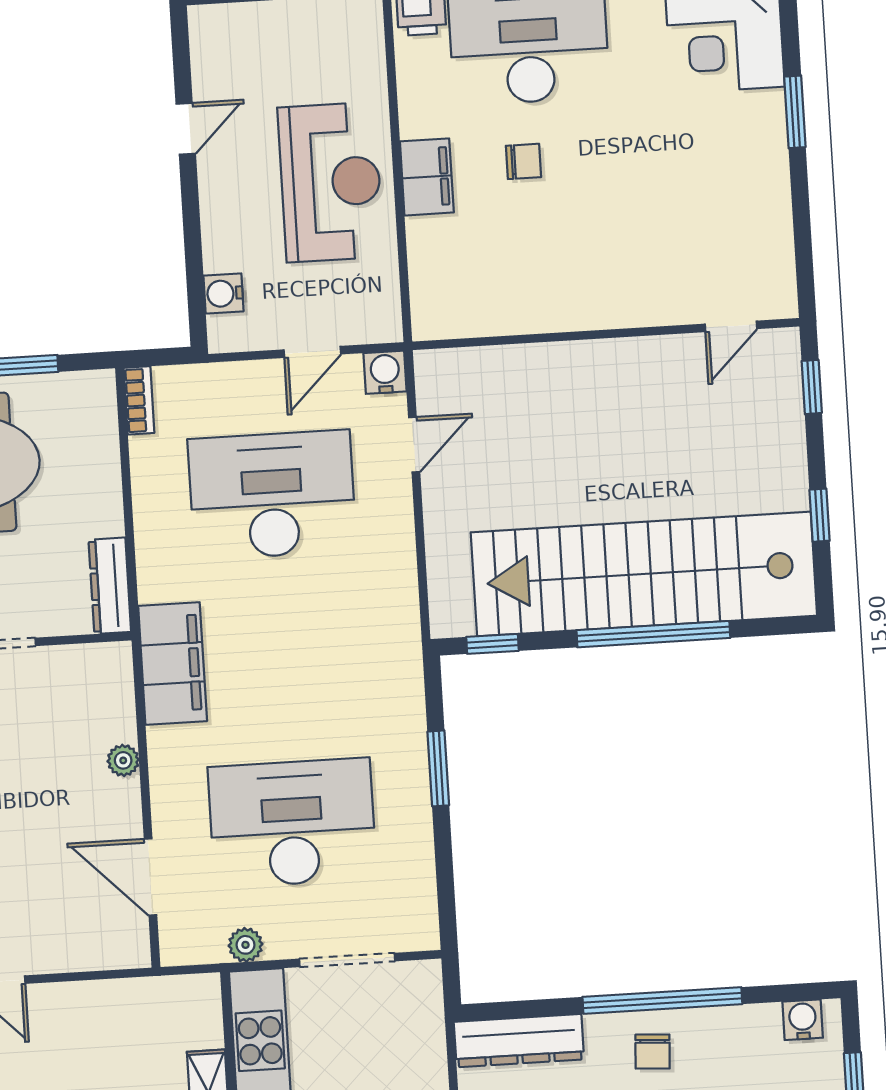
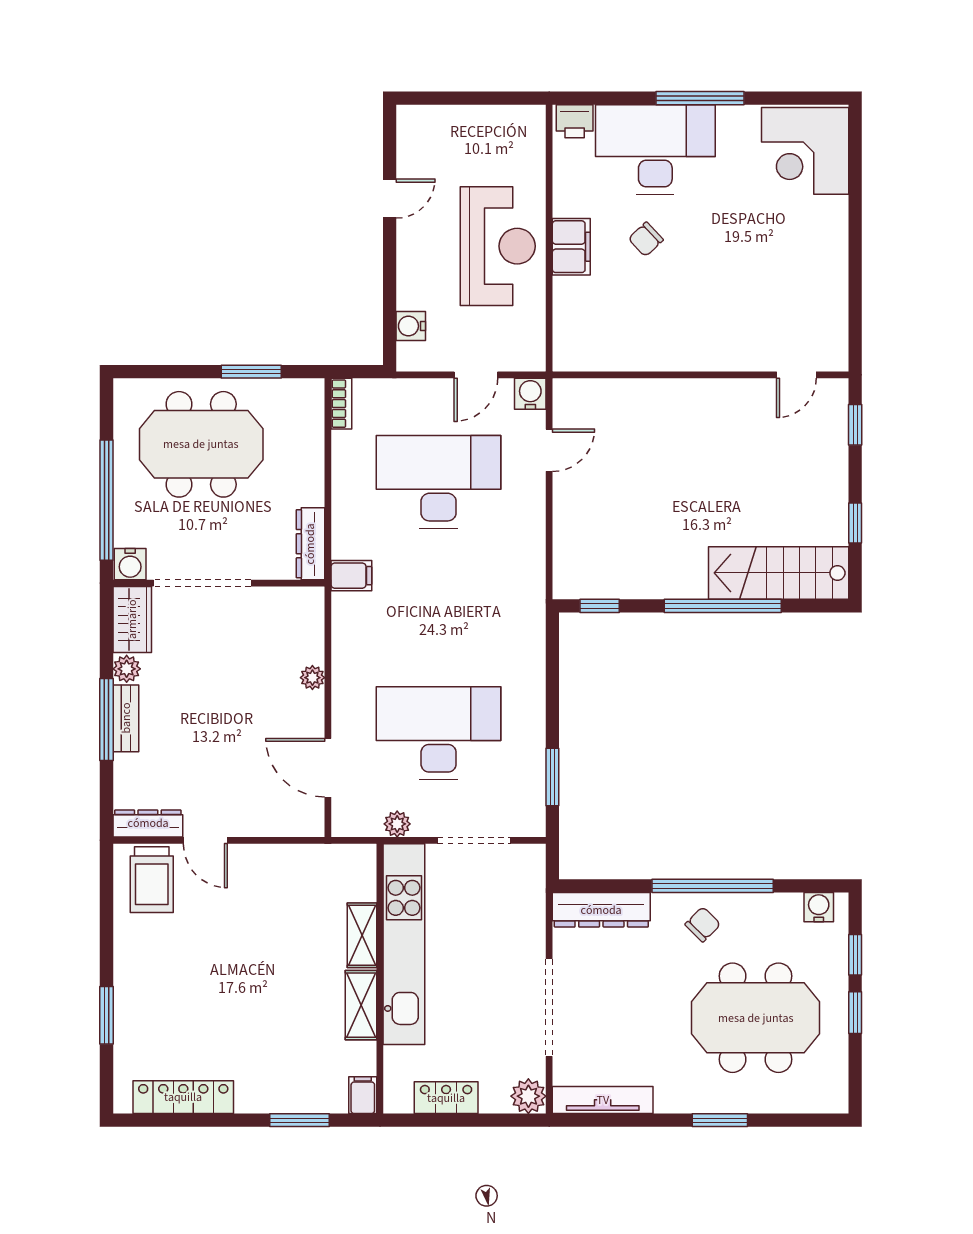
window: (795, 112) -> (855, 214), removed
chair: (523, 161) -> (646, 239), turned 137
stairs: (644, 574) -> (779, 573), width x0.54, depth x0.66
filing cabinet: (173, 664) -> (351, 576), width x0.33, depth x0.86
window: (438, 768) -> (552, 777), moved
chair: (653, 1052) -> (703, 924), turned -138

